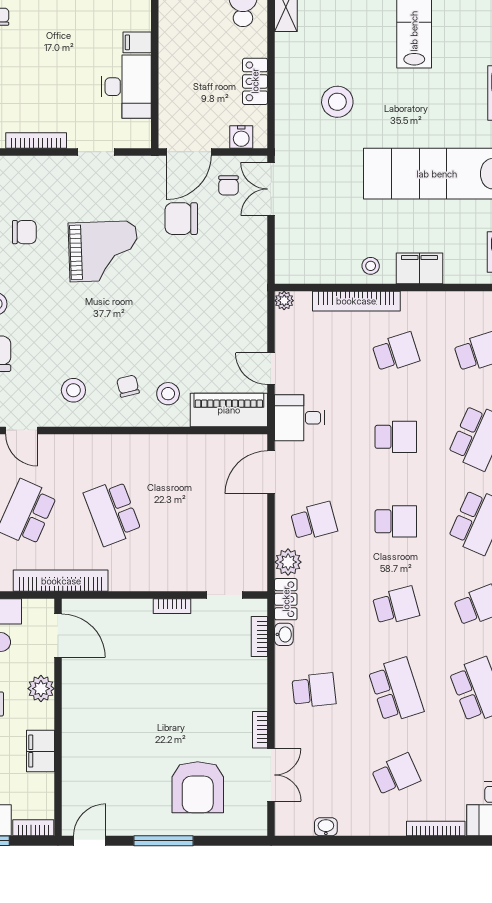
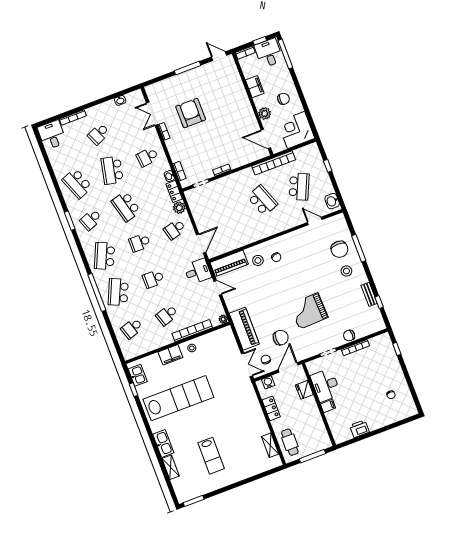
fridge: (173, 94) -> (304, 390), added
stool: (337, 102) -> (233, 413), removed
chair: (24, 232) -> (349, 336), moved
piano: (249, 265) -> (244, 329), added
stool: (73, 390) -> (299, 247), removed
school desk: (396, 606) -> (126, 206), width x1.85
school desk: (396, 690) -> (112, 170), turned 30
armchair: (198, 787) -> (191, 113), moved
door: (90, 841) -> (219, 56), swing flipped

